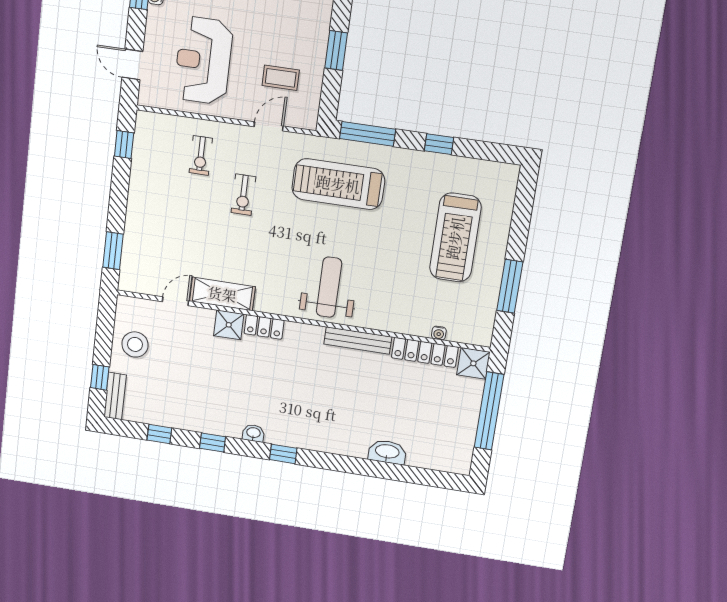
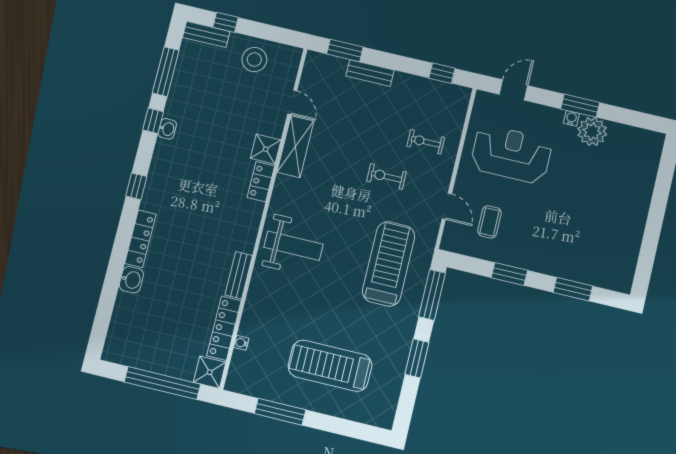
window: (439, 144) -> (417, 358), width x1.50
bench: (134, 222) -> (370, 73), added
bench: (358, 340) -> (239, 275), width x0.73
washbasin: (253, 433) -> (167, 129), moved
window: (159, 434) -> (166, 72), width x2.17
locker: (338, 445) -> (140, 239), added
washbasin: (387, 452) -> (131, 280), width x0.72

